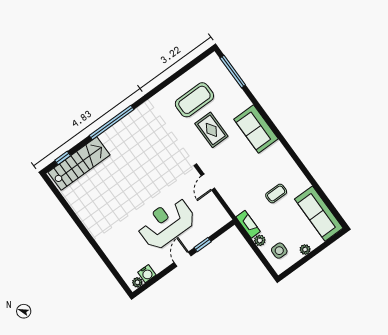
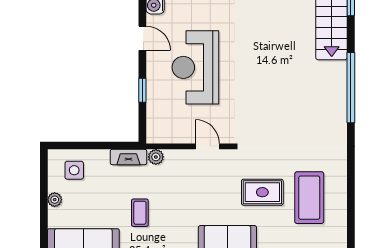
reception desk: (166, 223) -> (195, 67), turned 180
plant: (260, 240) -> (156, 157), moved
door: (183, 259) -> (142, 38), moved

